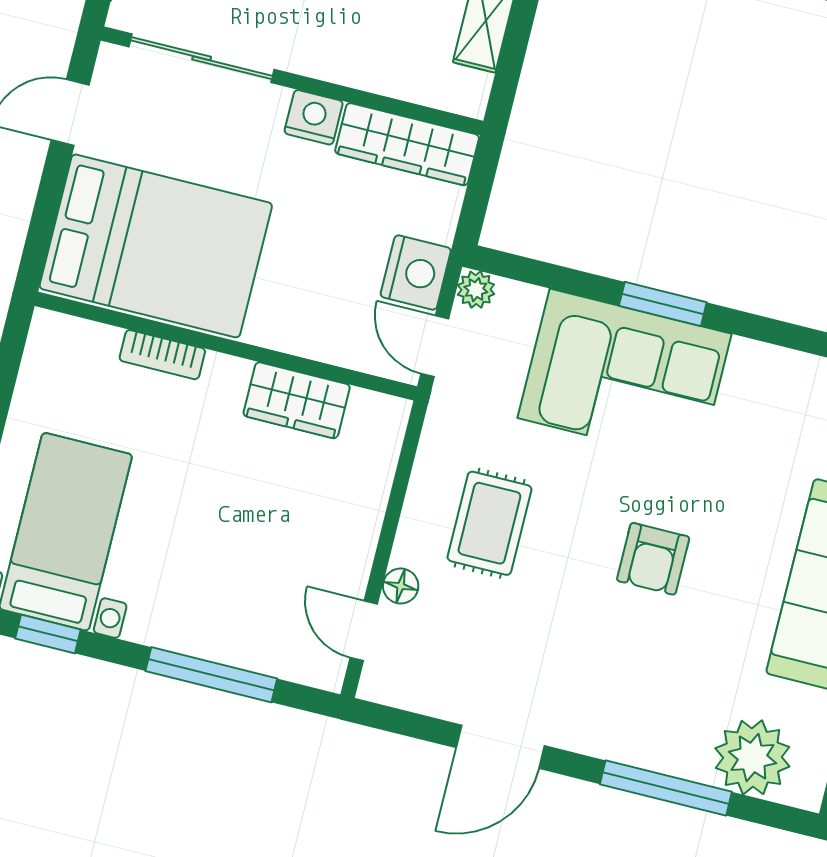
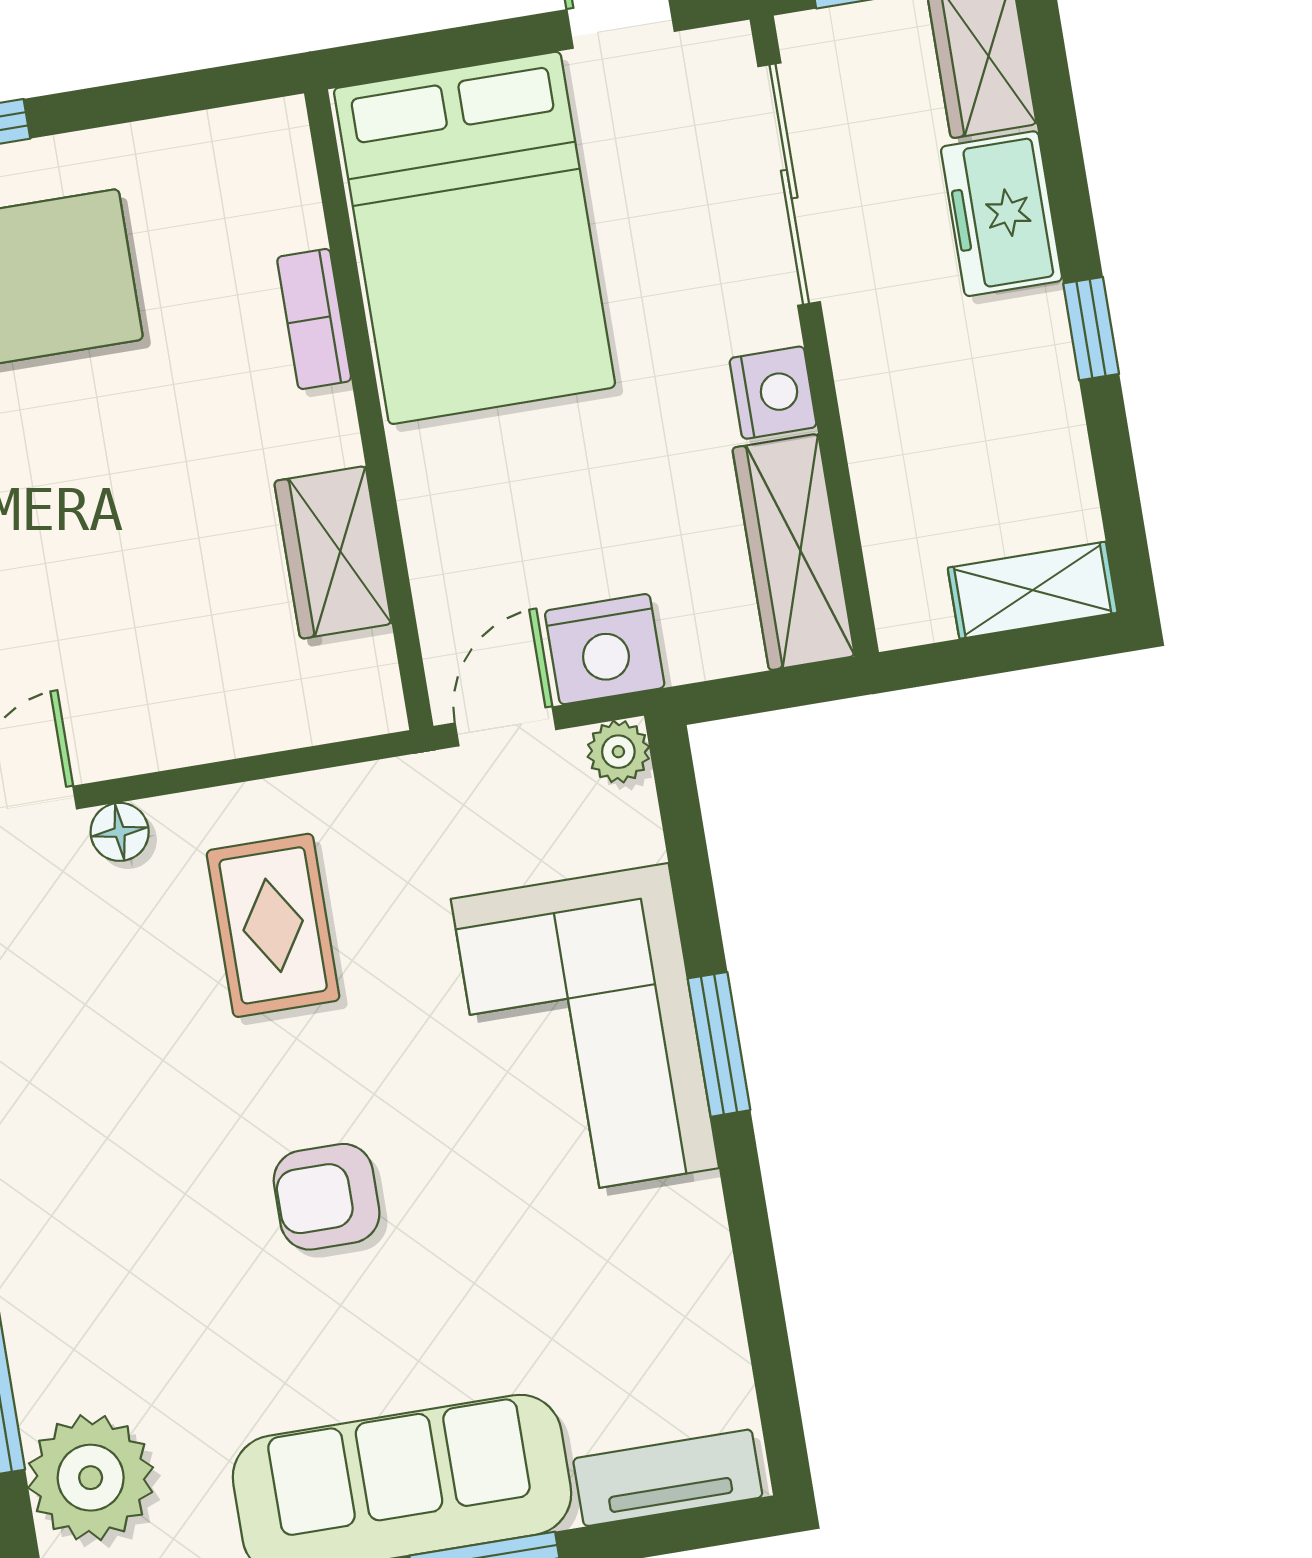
rug: (489, 523) -> (273, 925), turned 90

